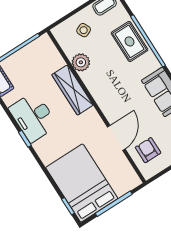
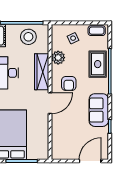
stool: (33, 60) -> (28, 37), added
door: (116, 138) -> (50, 103), moved
armchair: (148, 150) -> (69, 83), moved, turned 180

